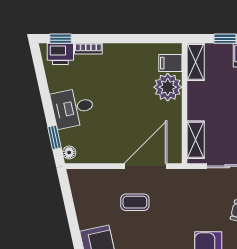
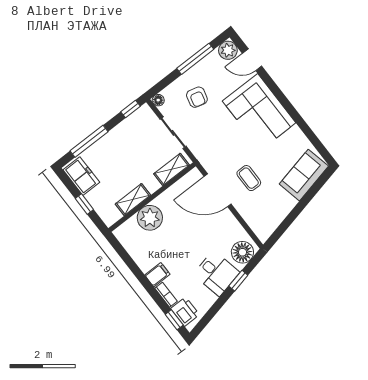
shelving: (196, 62) -> (133, 200), moved
filing cabinet: (170, 63) -> (157, 275), moved, turned -90
window: (54, 137) -> (238, 281), moved
floor lamp: (69, 152) -> (242, 252), width x1.89, depth x1.89

